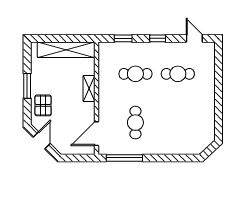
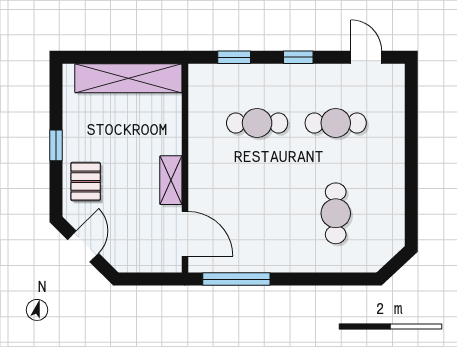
window: (27, 86) -> (56, 145), width x0.67
shelving: (89, 89) -> (171, 180), moved
cafe table: (135, 123) -> (336, 213), moved
door: (97, 134) -> (185, 234), swing flipped

